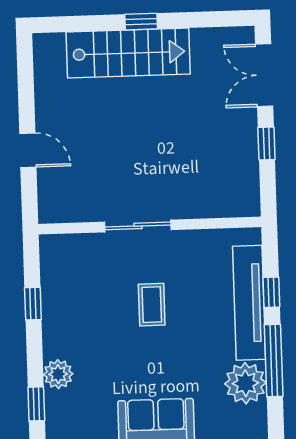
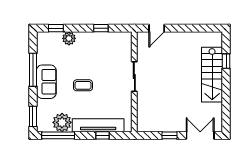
window: (141, 22) -> (226, 61), moved
door: (28, 150) -> (157, 28), moved
coffee table: (152, 305) -> (83, 85), moved
window: (274, 361) -> (58, 135), moved

